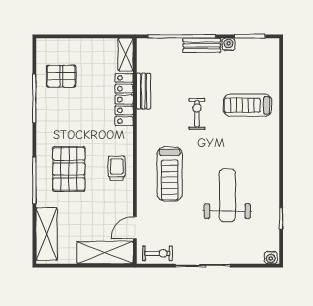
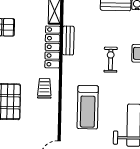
trolley: (117, 168) -> (44, 88), moved

